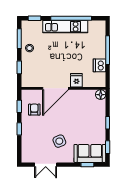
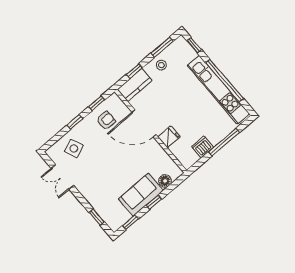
kitchen unit: (65, 27) -> (218, 90), width x1.36
kitchen counter: (28, 74) -> (135, 85), added
floor lamp: (101, 95) -> (165, 181), moved
side table: (59, 141) -> (74, 148), moved
sofa: (90, 153) -> (141, 195), moved, turned -90

